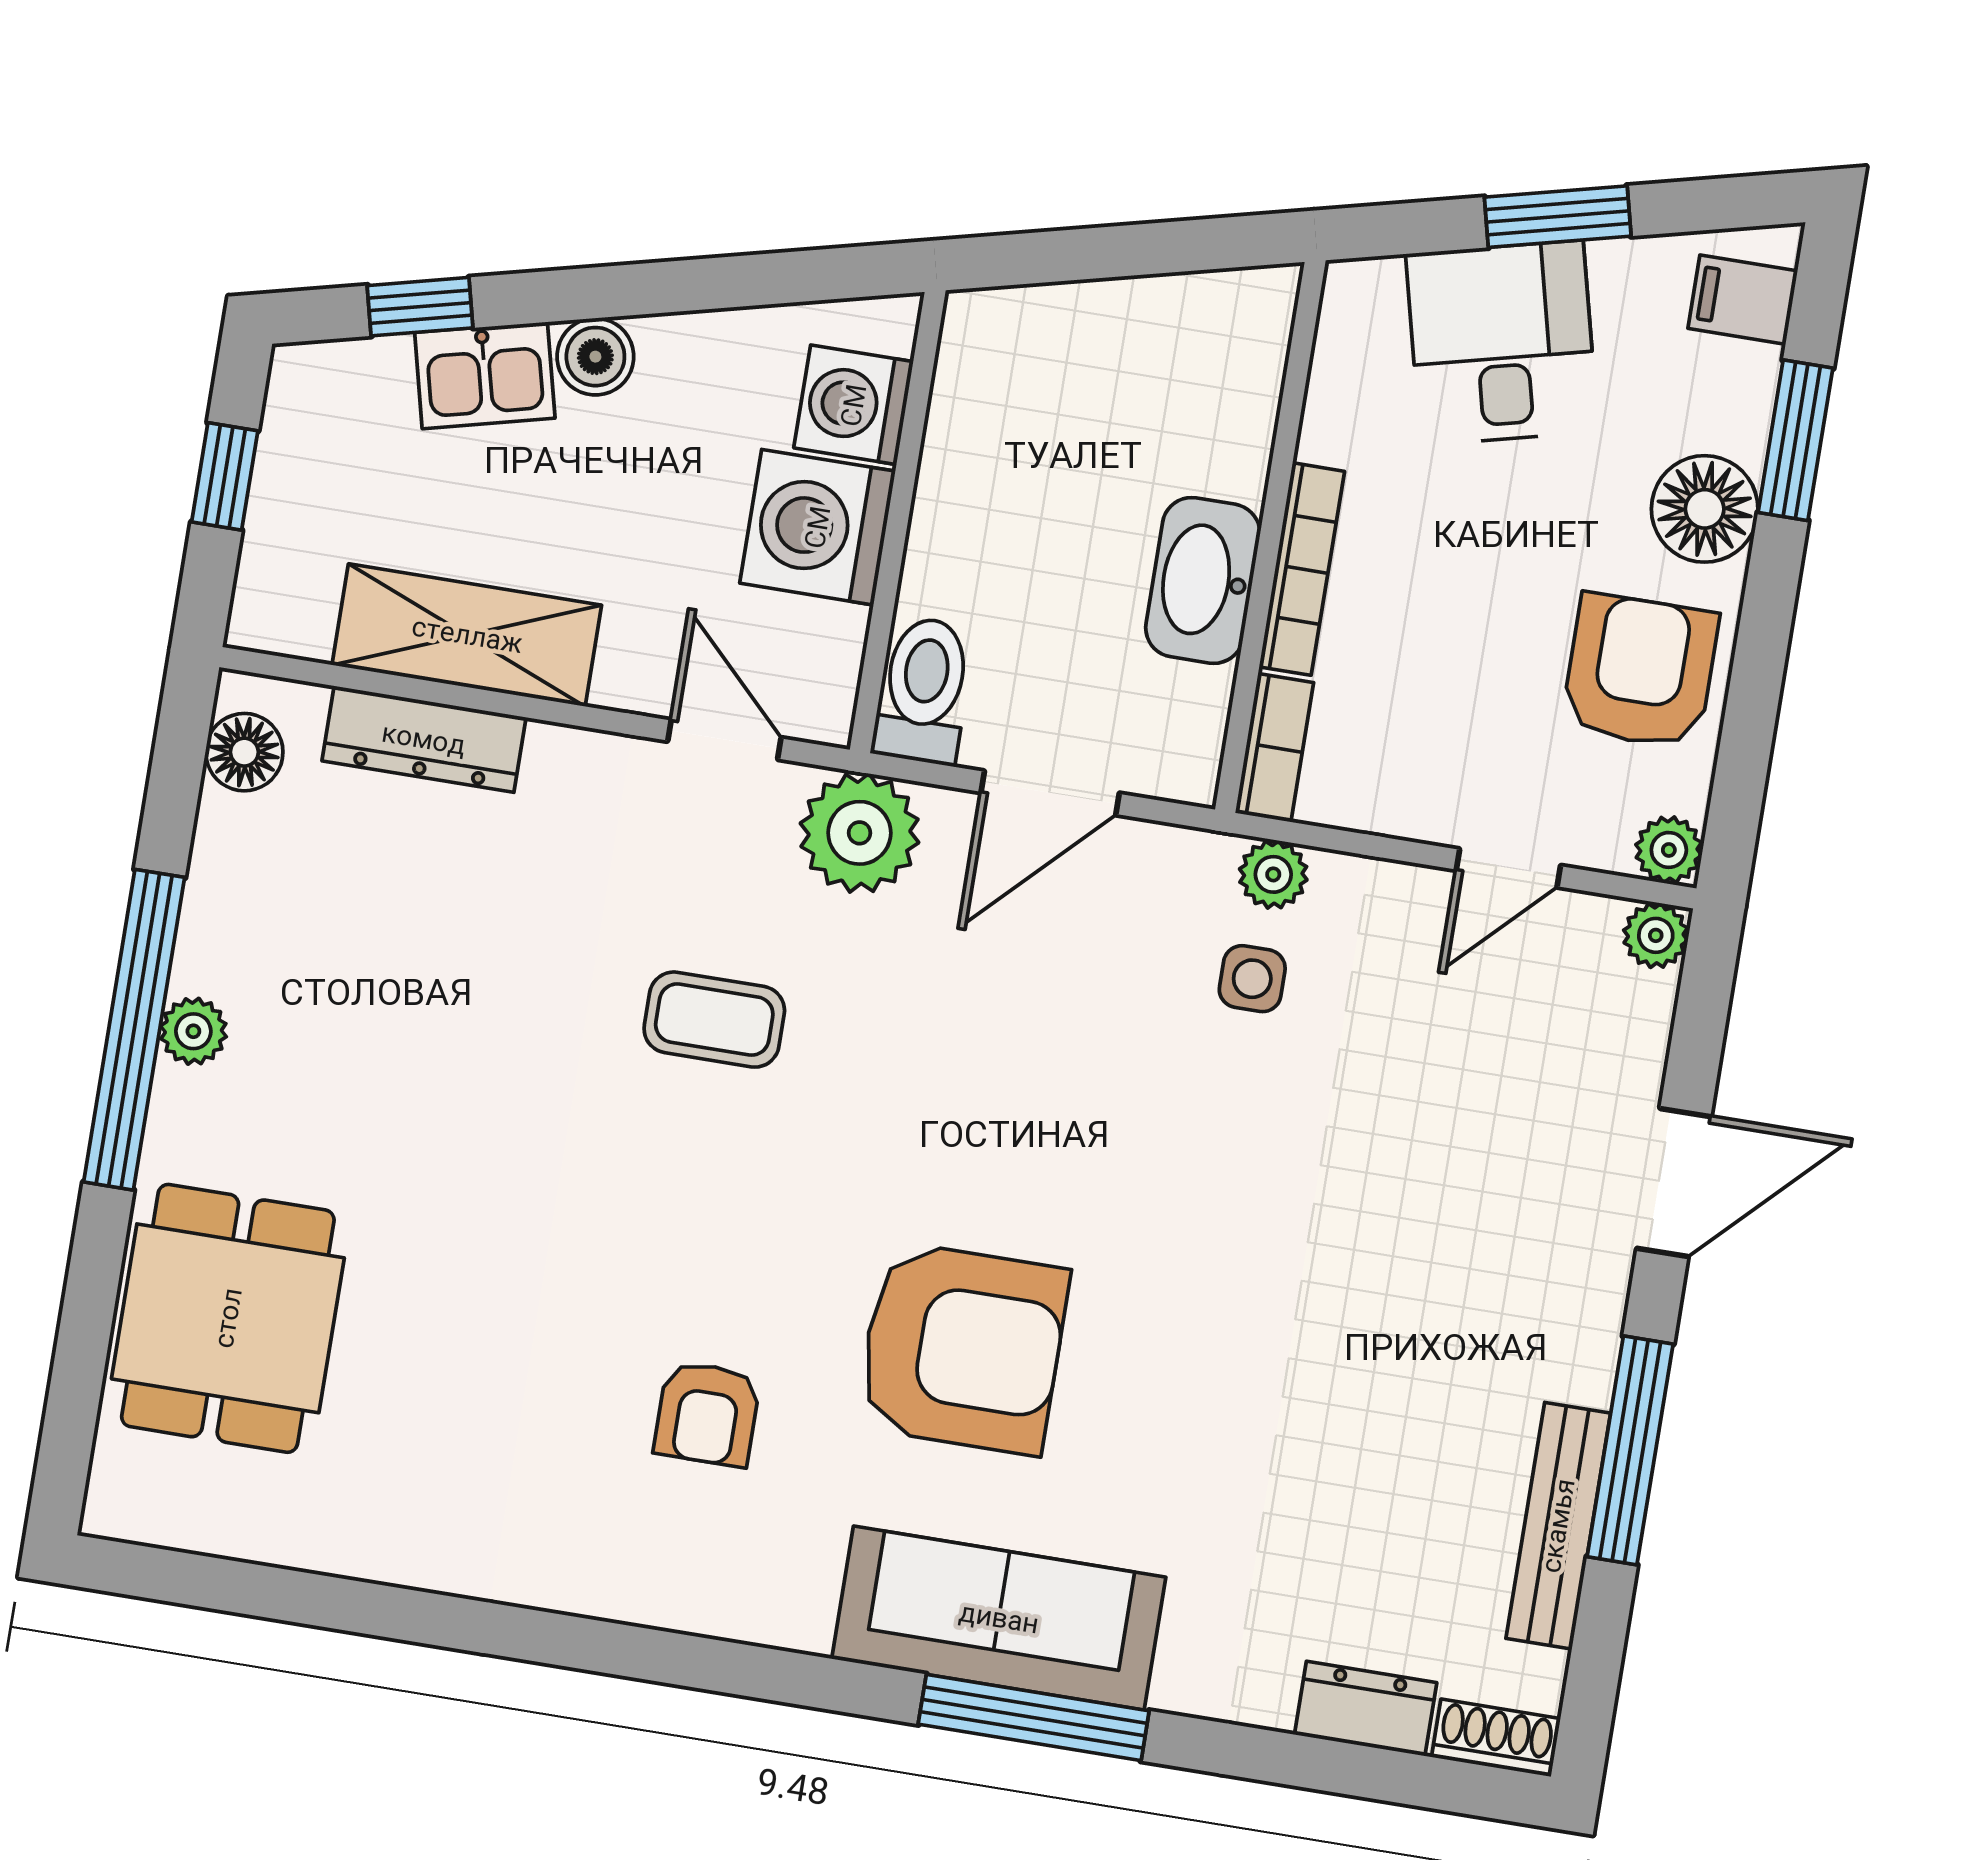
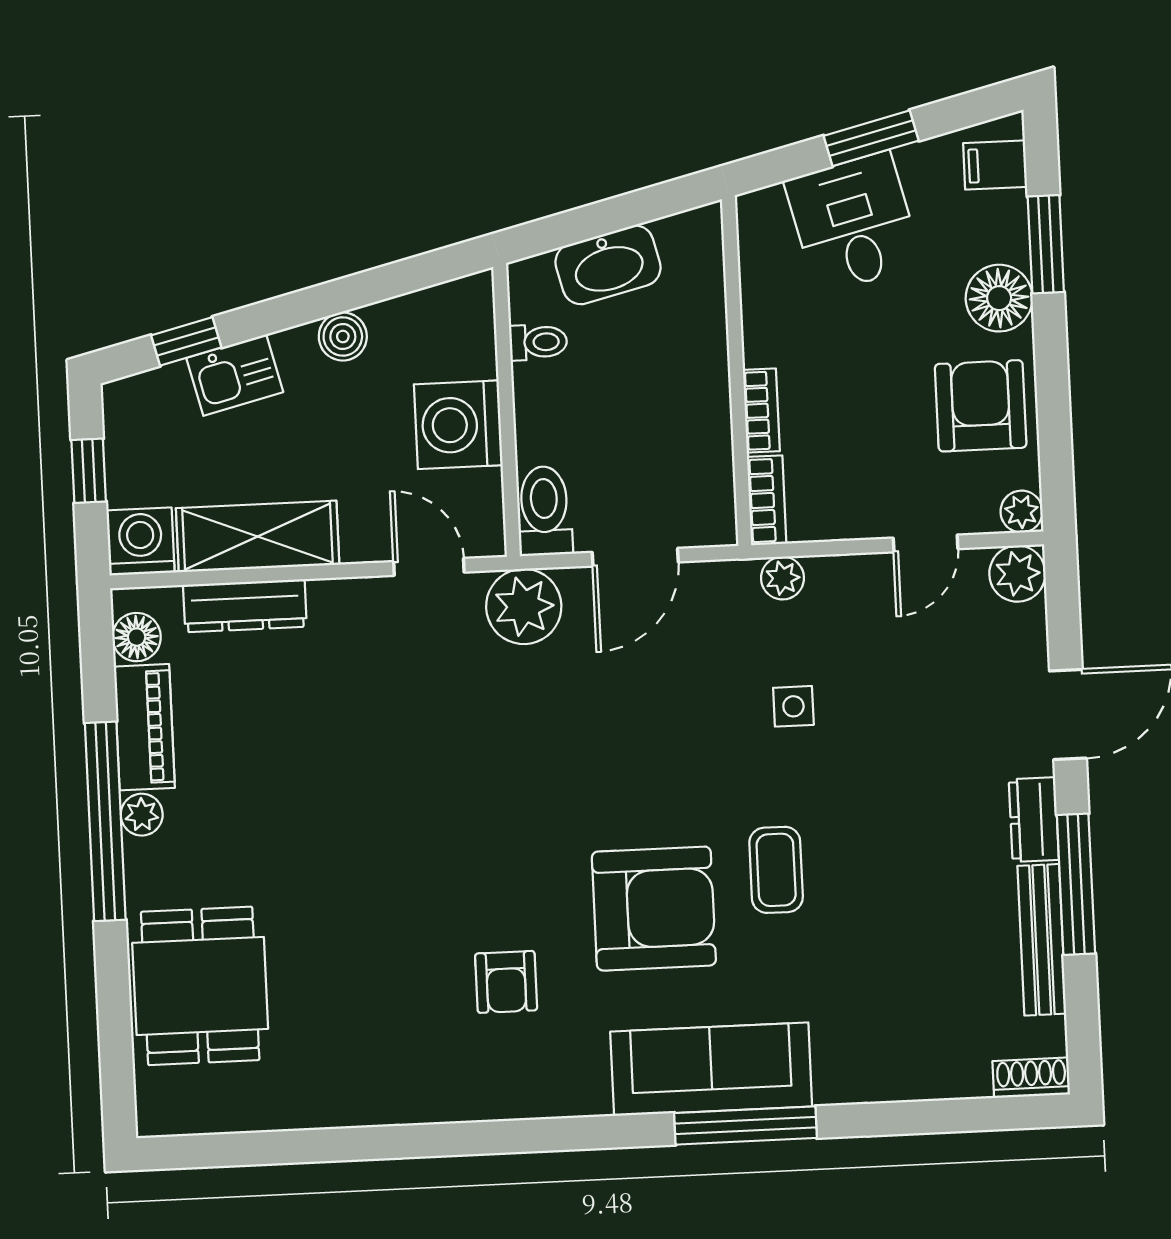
boiler: (595, 357) -> (343, 337), moved
washing machine: (854, 405) -> (140, 541), moved, turned 90
toilet: (970, 425) -> (538, 342), added
bookcase: (1302, 569) -> (761, 411), width x0.64
washbasin: (1203, 580) -> (608, 265), moved, turned -104
piano: (227, 896) -> (144, 727), added
plant: (1656, 935) -> (1017, 574), width x1.38, depth x1.38
side table: (1252, 979) -> (793, 706), moved
coffee table: (714, 1020) -> (776, 870), moved, turned 90
dresser: (1366, 1709) -> (1034, 820), moved, turned -90

